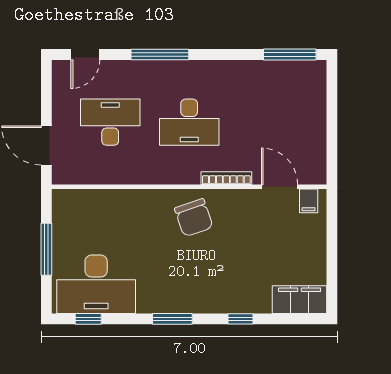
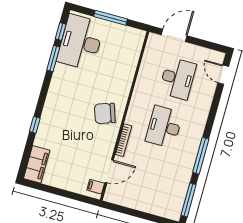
window: (160, 55) -> (201, 156), moved
window: (172, 319) -> (53, 59), moved

